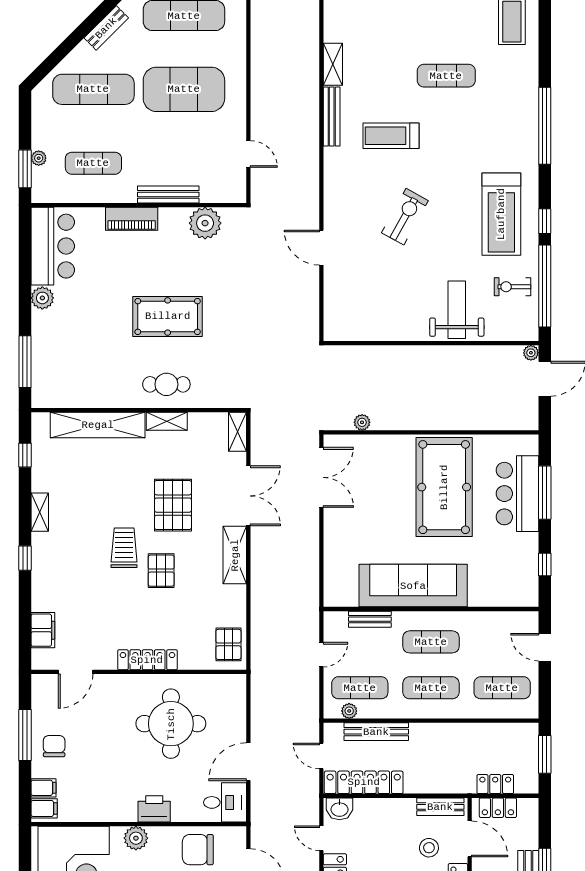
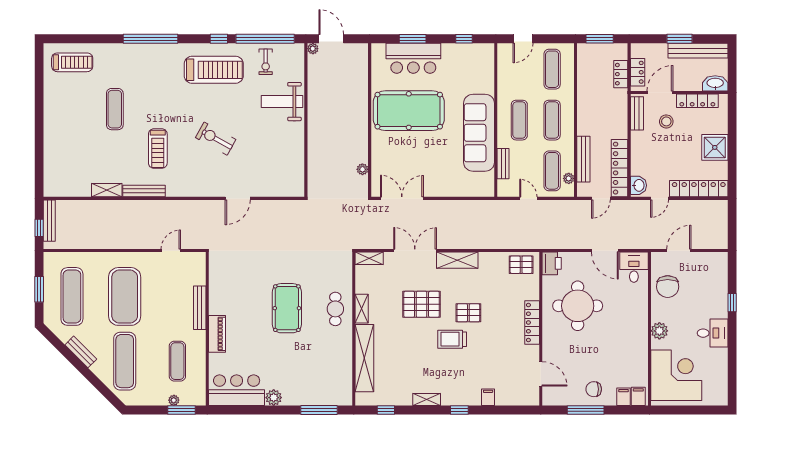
plant: (205, 223) -> (220, 281), removed
window: (545, 493) -> (413, 39), width x0.69
filing cabinet: (43, 630) -> (488, 397), moved, width x0.50
printer: (154, 809) -> (552, 263), moved, turned 180

